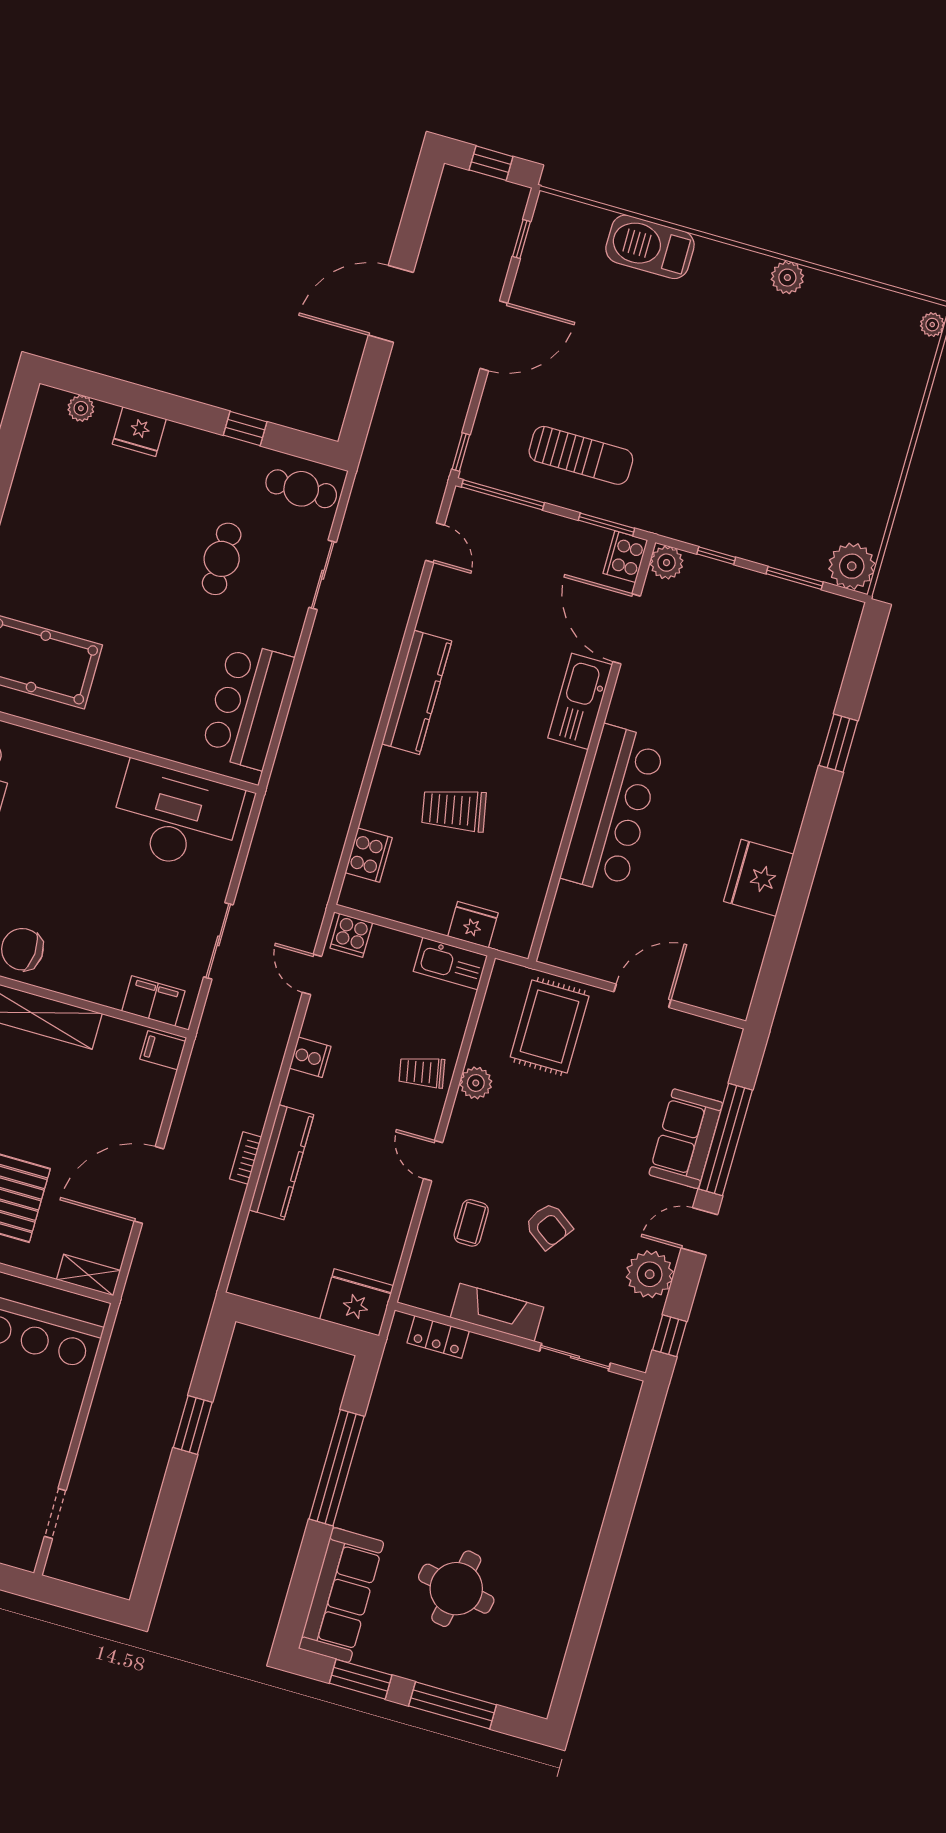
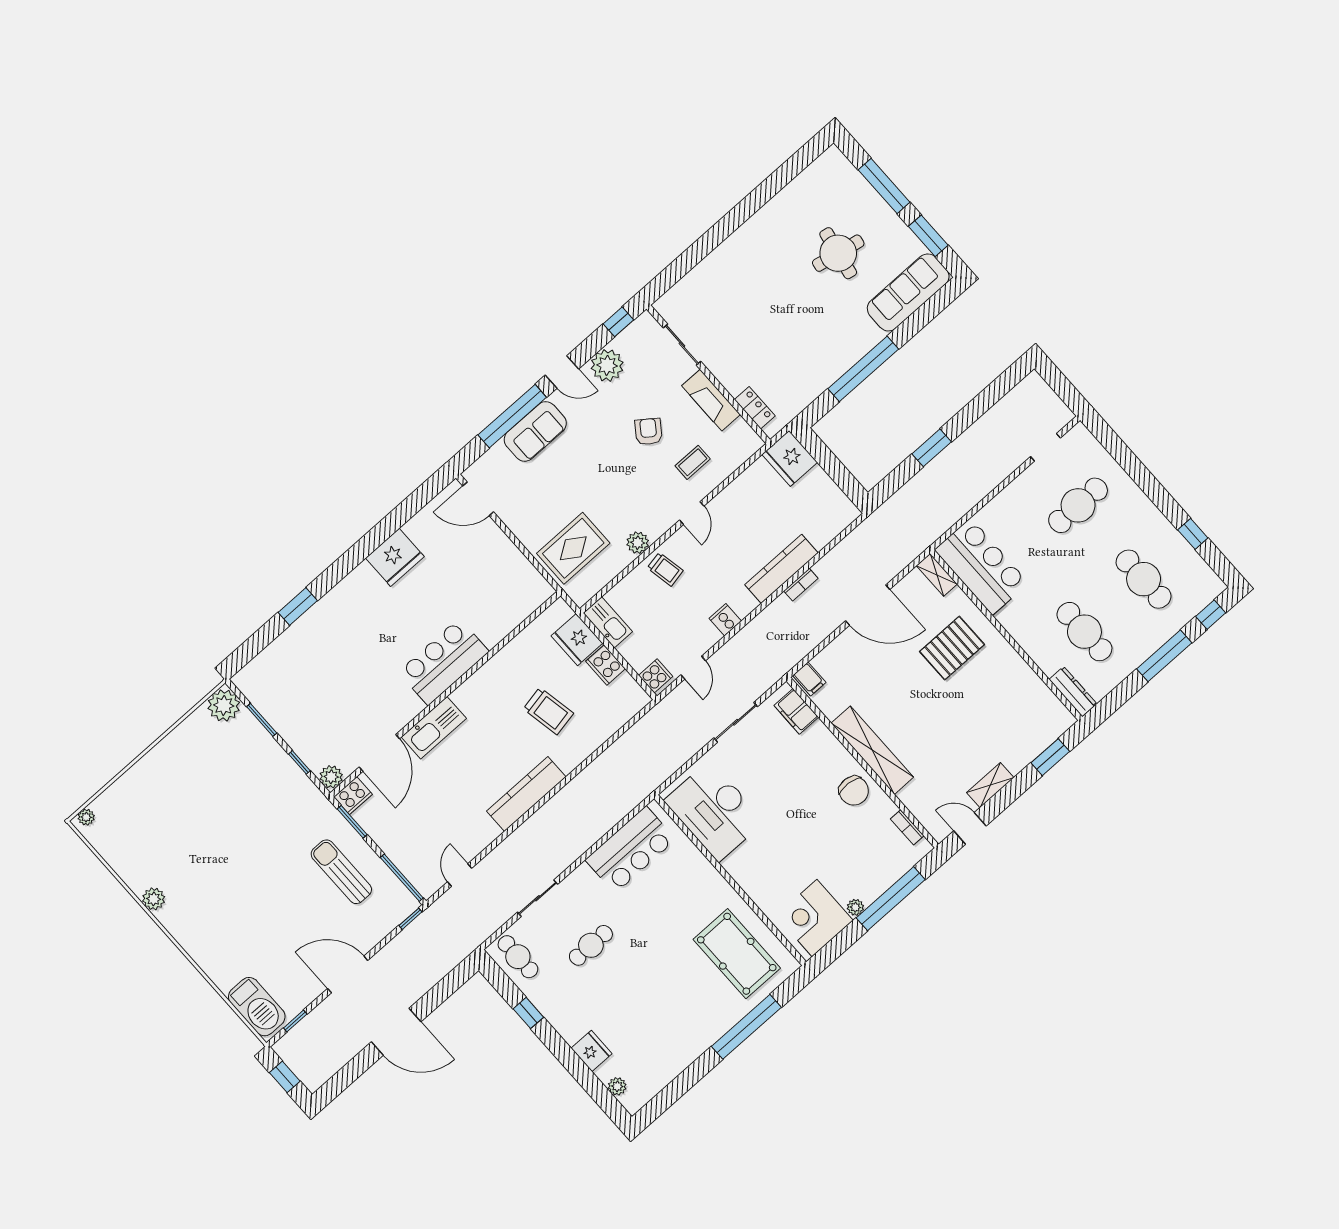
barbecue: (650, 247) -> (257, 1007), moved
bar counter: (613, 809) -> (444, 662), width x0.73
cooker: (369, 855) -> (605, 665), moved, turned -90
fridge: (473, 925) -> (577, 640), width x1.36, depth x1.34
door: (642, 996) -> (478, 499), moved

